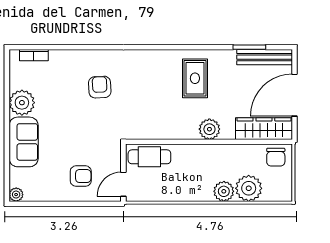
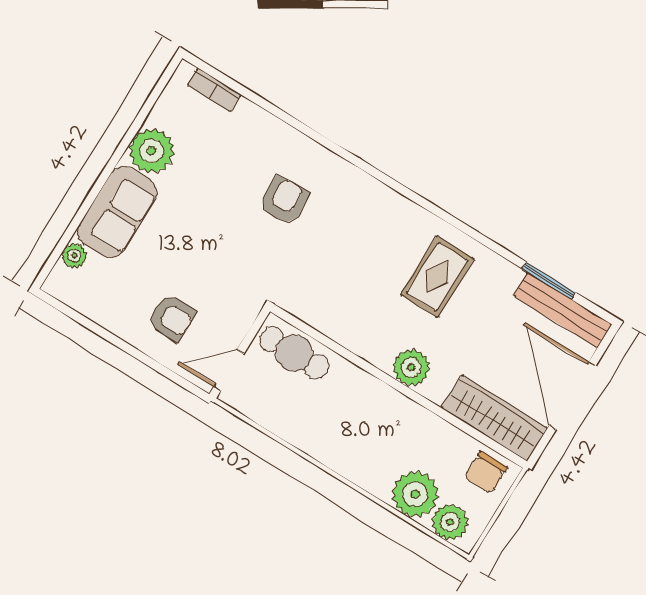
door: (294, 95) -> (572, 396), hinge flipped
plant: (224, 191) -> (450, 522), moved
plant: (16, 195) -> (74, 256), moved

